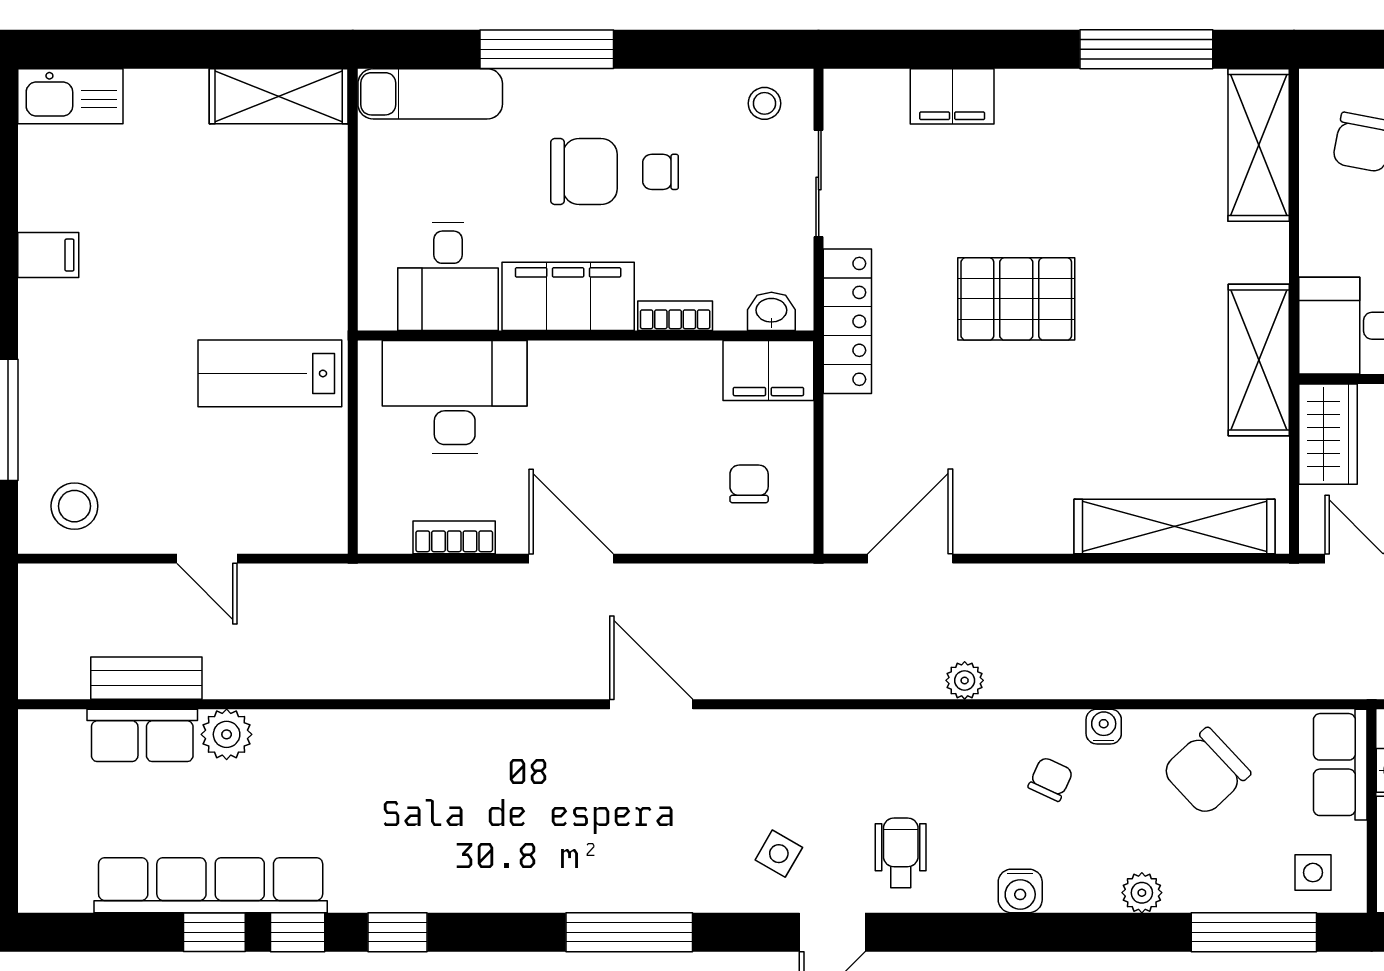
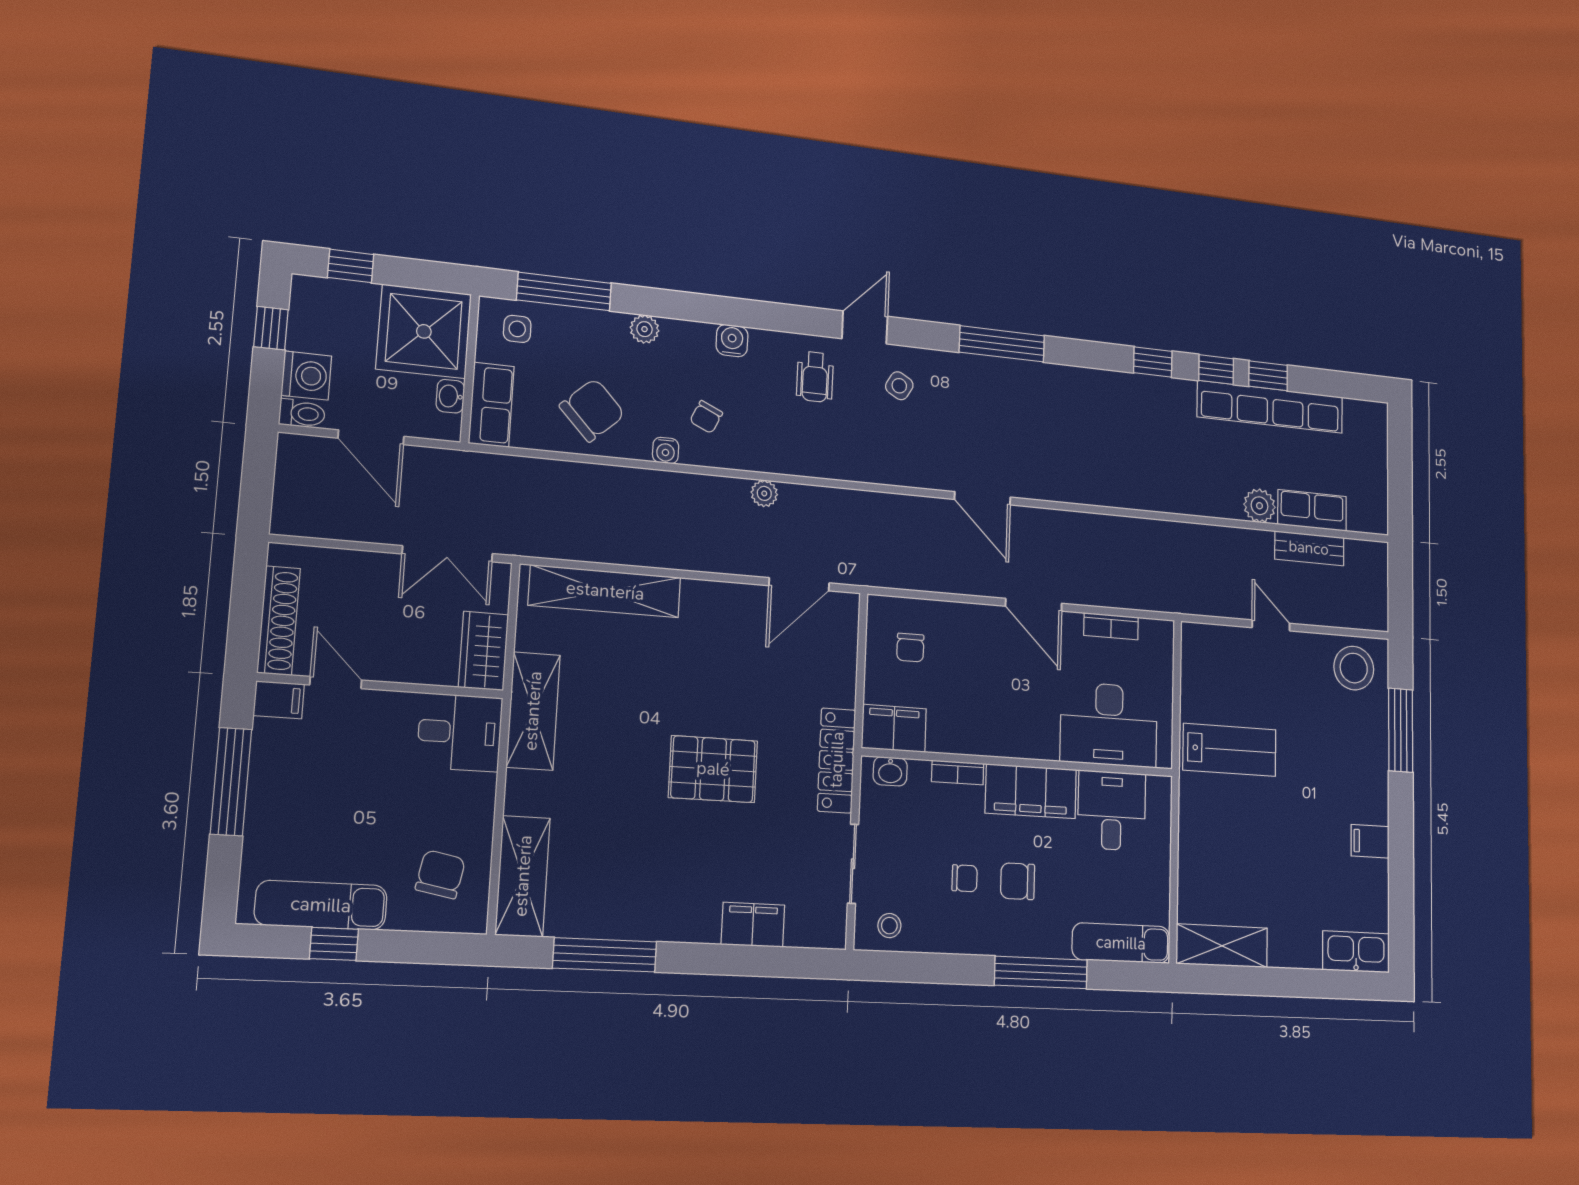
chair: (584, 172) -> (1018, 881), width x0.73, depth x0.73
stool: (74, 506) -> (1354, 668), width x1.38, depth x1.38

